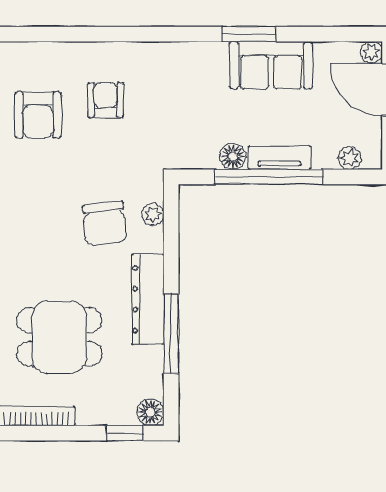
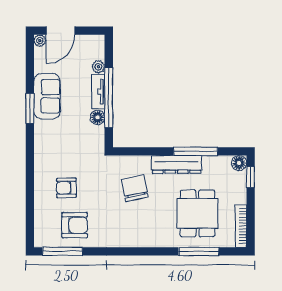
plant: (350, 158) -> (98, 67), moved
plant: (153, 214) -> (130, 162), removed
chair: (105, 224) -> (135, 188), turned -96

